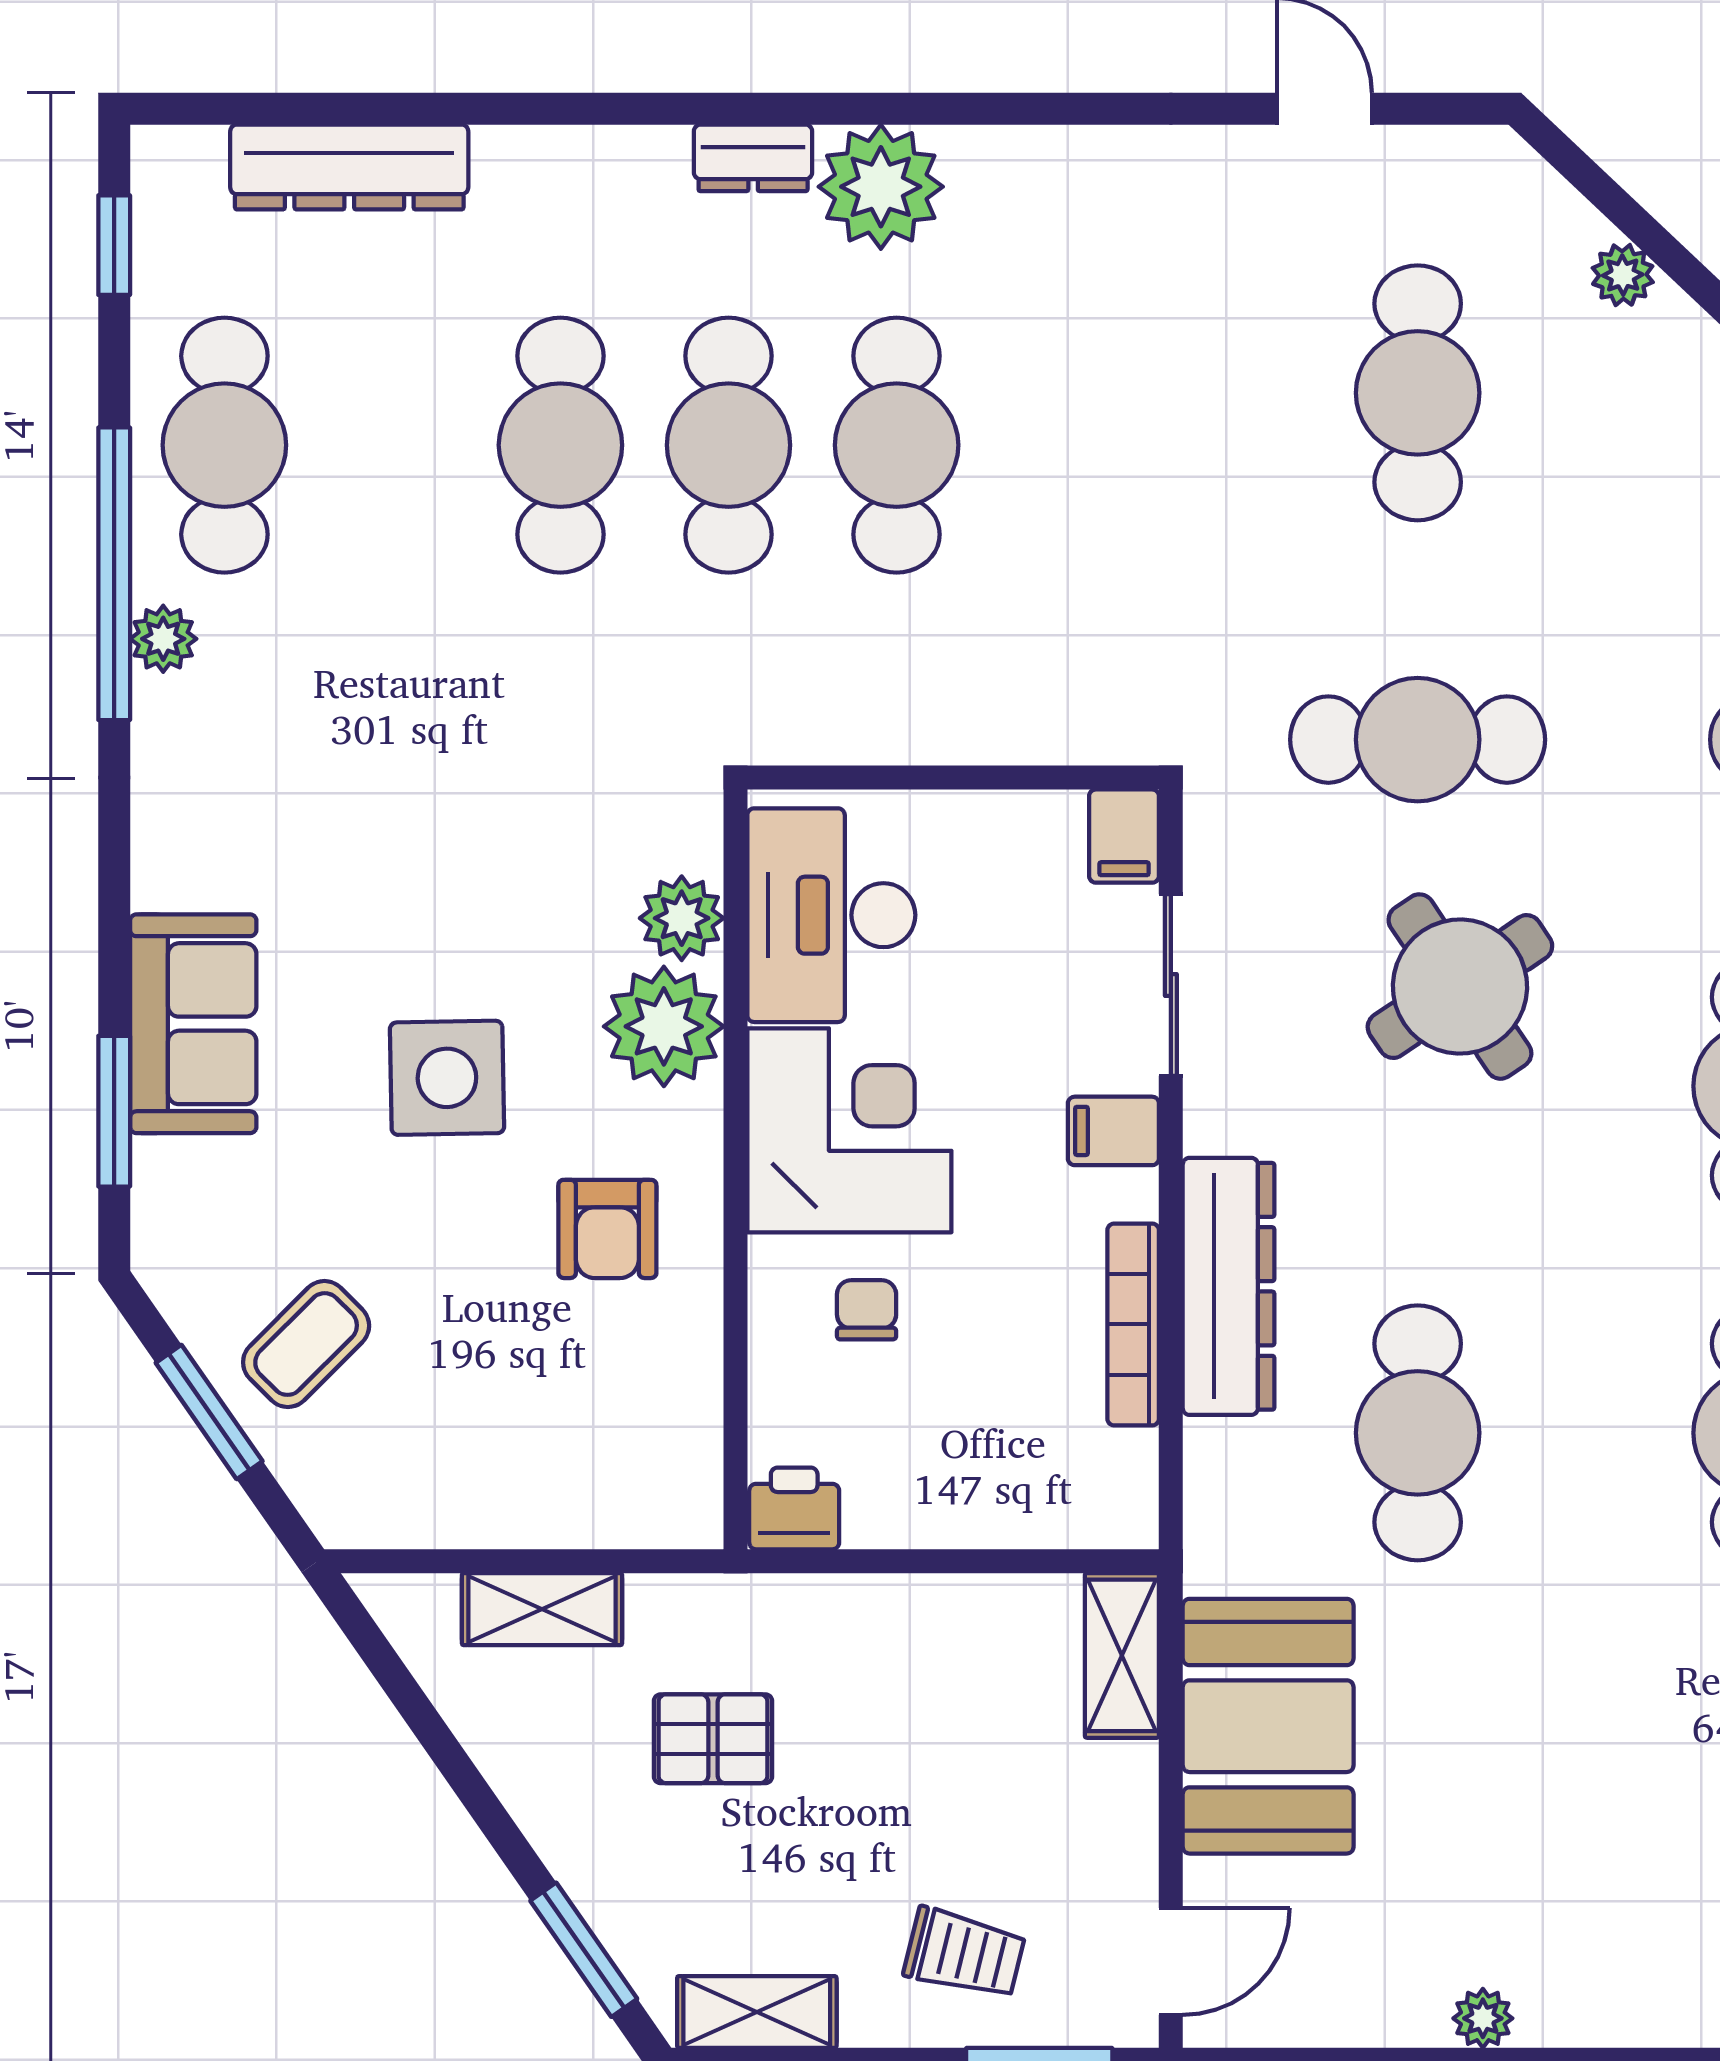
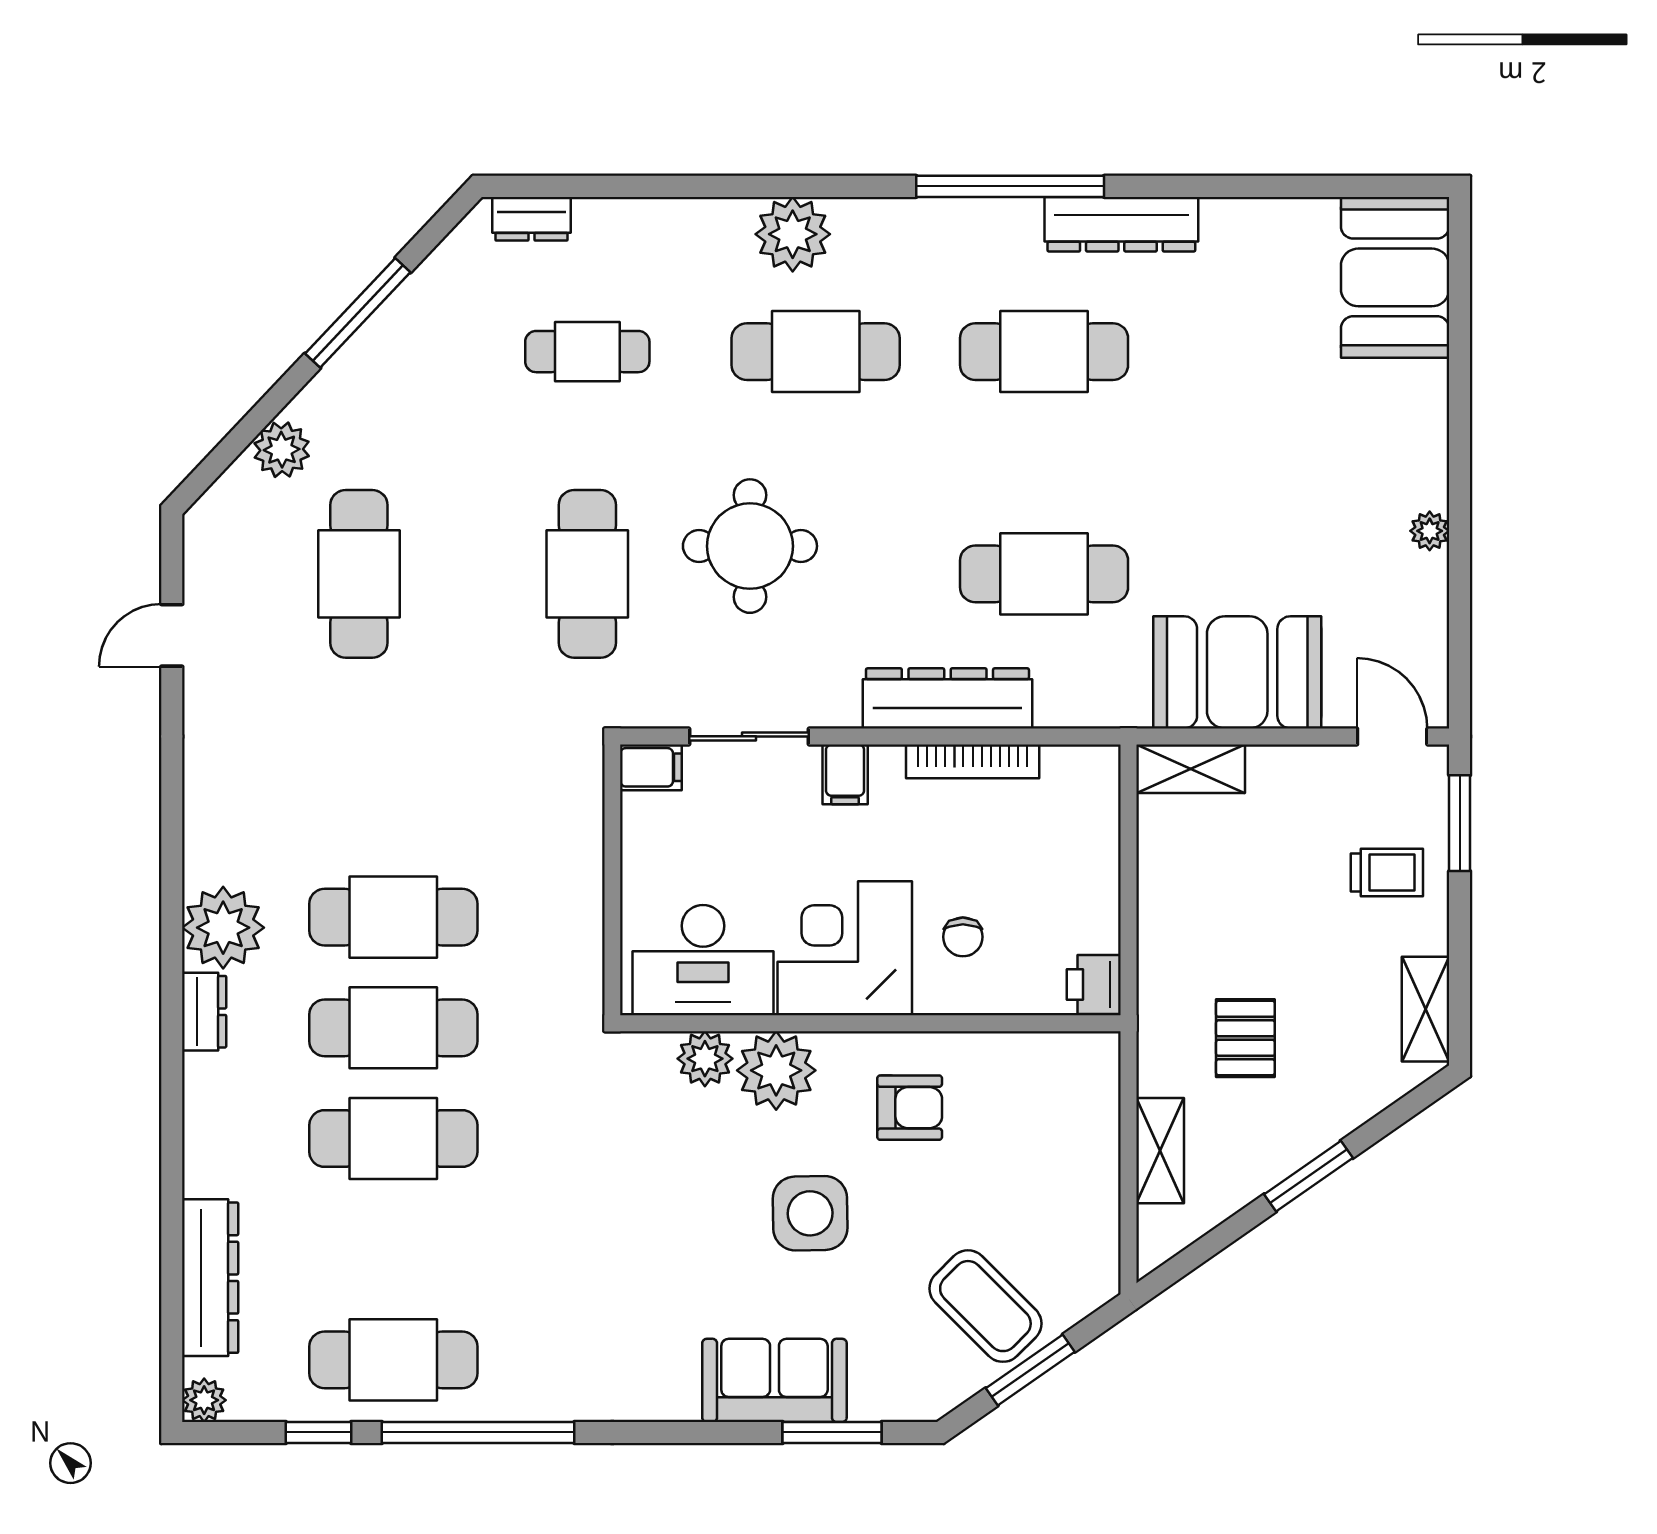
window: (114, 245) -> (319, 1432), moved
plant: (1623, 275) -> (282, 450), width x1.38, depth x1.38
cafe table: (1418, 393) -> (359, 574), turned 90
plant: (163, 639) -> (204, 1400), moved
round table: (1460, 987) -> (750, 546), turned 34
chair: (867, 1310) -> (963, 937), turned -90
coffee table: (306, 1344) -> (985, 1306), width x1.36, depth x1.30
window: (584, 1950) -> (1308, 1176), moved
trolley: (964, 1953) -> (1387, 872), turned 76

